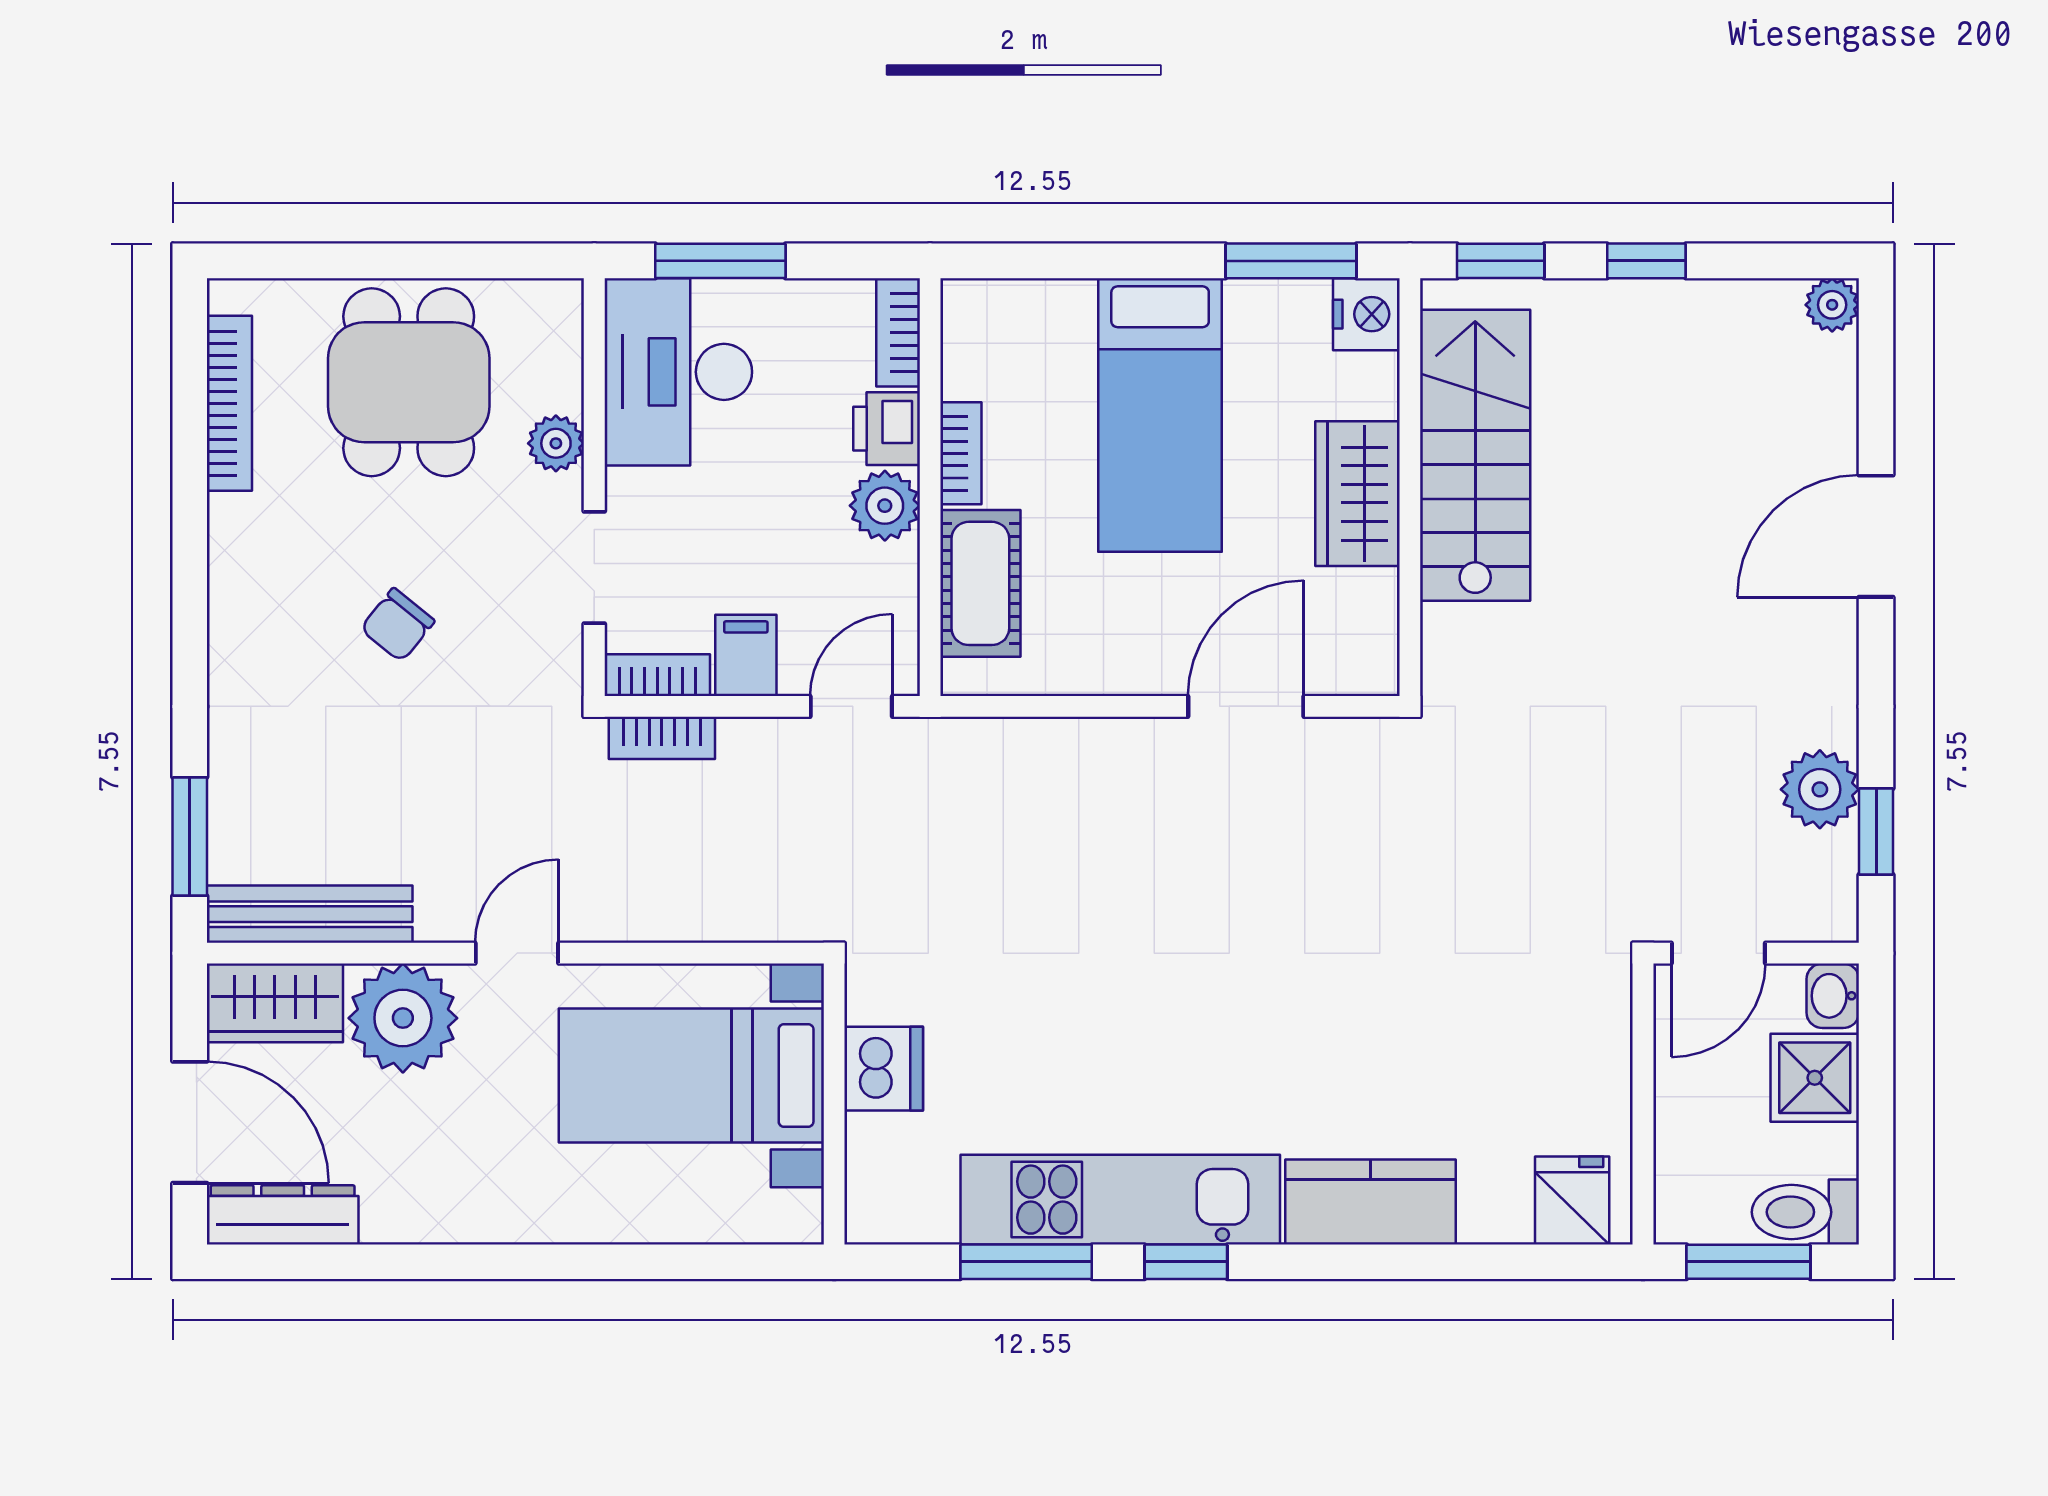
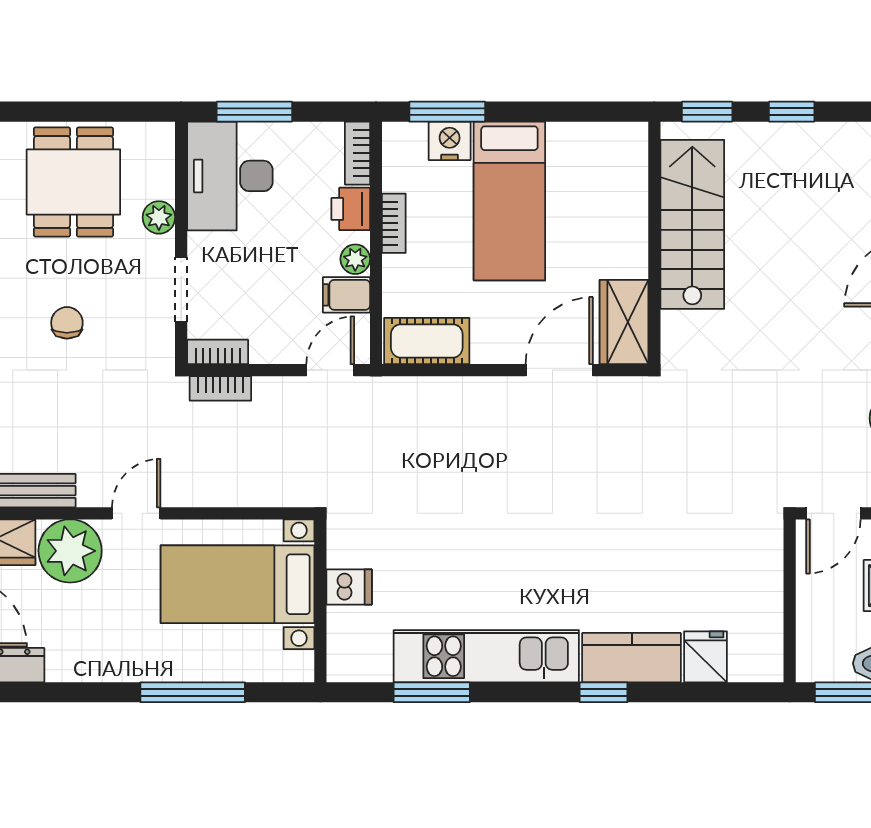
window: (1291, 261) -> (447, 112), moved
nightstand: (1366, 314) -> (450, 141), moved, turned -90
wardrobe: (1358, 494) -> (624, 322), moved
plant: (885, 506) -> (355, 259), width x0.73, depth x0.73
cot: (980, 583) -> (427, 341), moved, turned 90
chair: (397, 625) -> (67, 323), turned 141
filing cabinet: (746, 655) -> (346, 295), moved, turned -90
dishwasher: (884, 1069) -> (349, 587), width x0.73
fridge: (1572, 1201) -> (705, 657), moved
window: (614, 1262) -> (193, 692), added
window: (1186, 1262) -> (604, 692), moved

